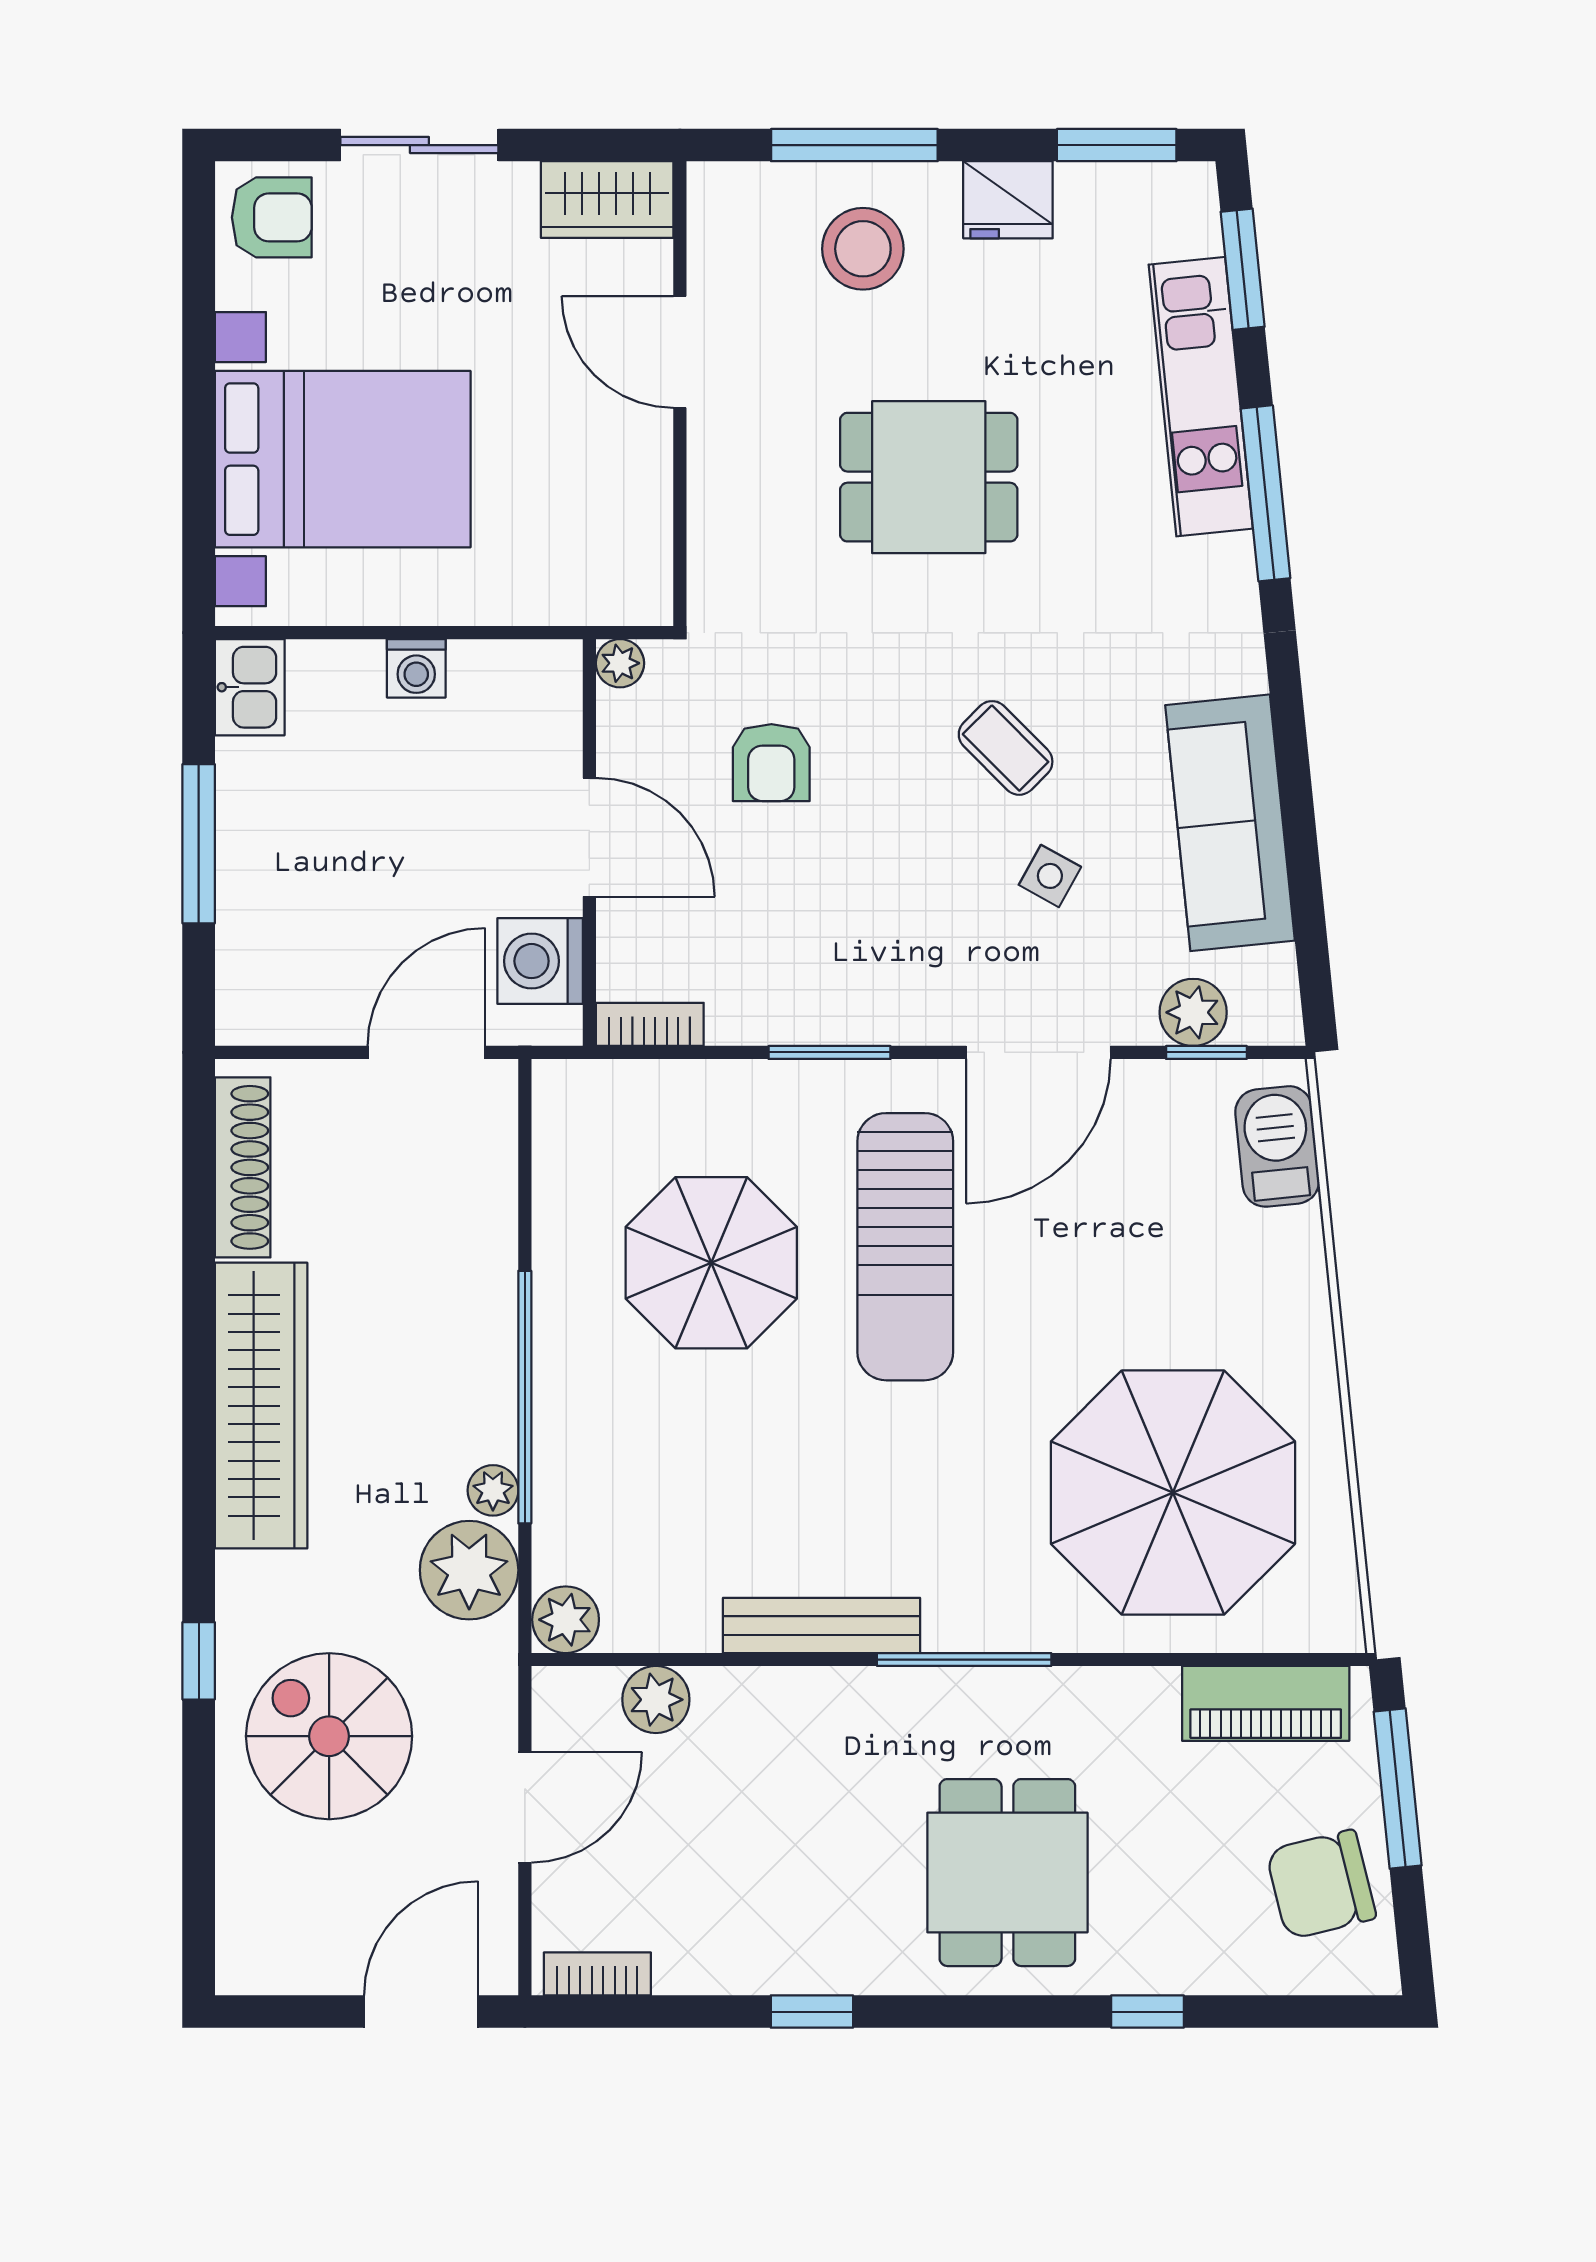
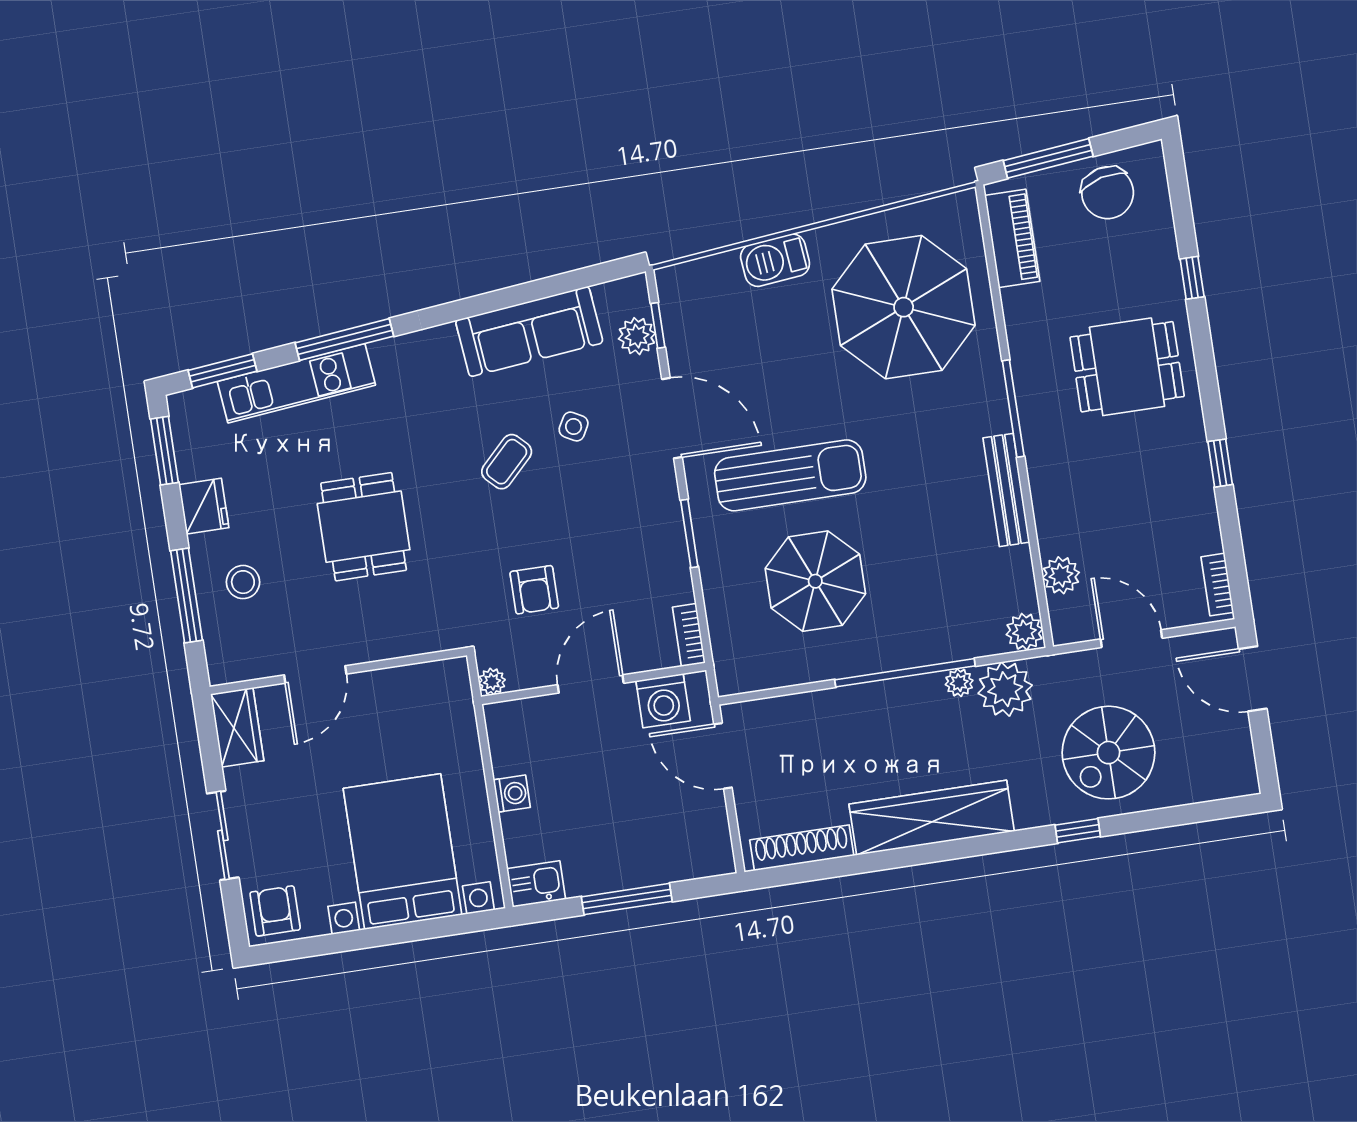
stool: (863, 249) -> (243, 582), width x0.73, depth x0.73
armchair: (771, 763) -> (534, 590), turned 90
barbecue: (1277, 1146) -> (775, 260), moved

